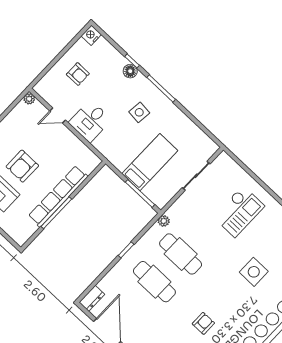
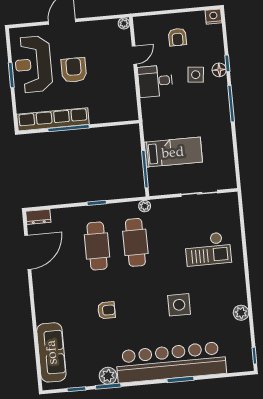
side table: (139, 112) -> (196, 75), moved
door: (58, 115) -> (134, 55), swing flipped
armchair: (22, 166) -> (74, 70), turned 90
row of seats: (58, 196) -> (53, 119), moved

